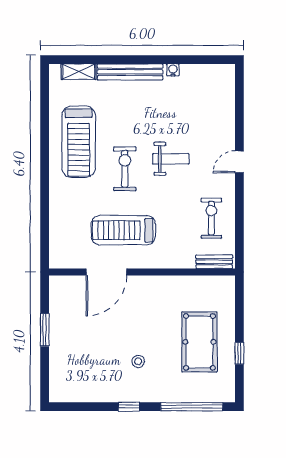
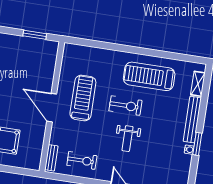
window: (163, 60) -> (197, 144), added
door: (106, 272) -> (52, 108), moved
window: (45, 330) -> (35, 35), moved

